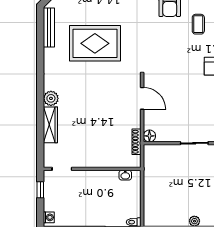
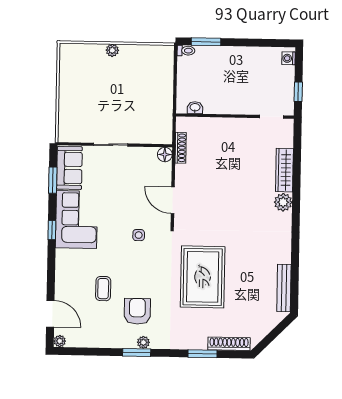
rug: (95, 43) -> (203, 277), moved, turned 90
side table: (170, 69) -> (139, 235), added

